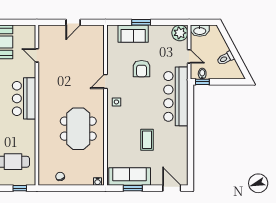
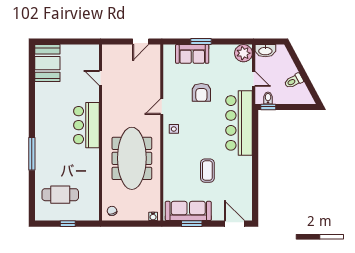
door: (73, 22) -> (141, 42), moved
door: (37, 55) -> (101, 78), moved
bar counter: (24, 98) -> (86, 125), moved
wall: (37, 105) -> (101, 133), moved
meeting table: (78, 129) -> (132, 158), width x1.36

